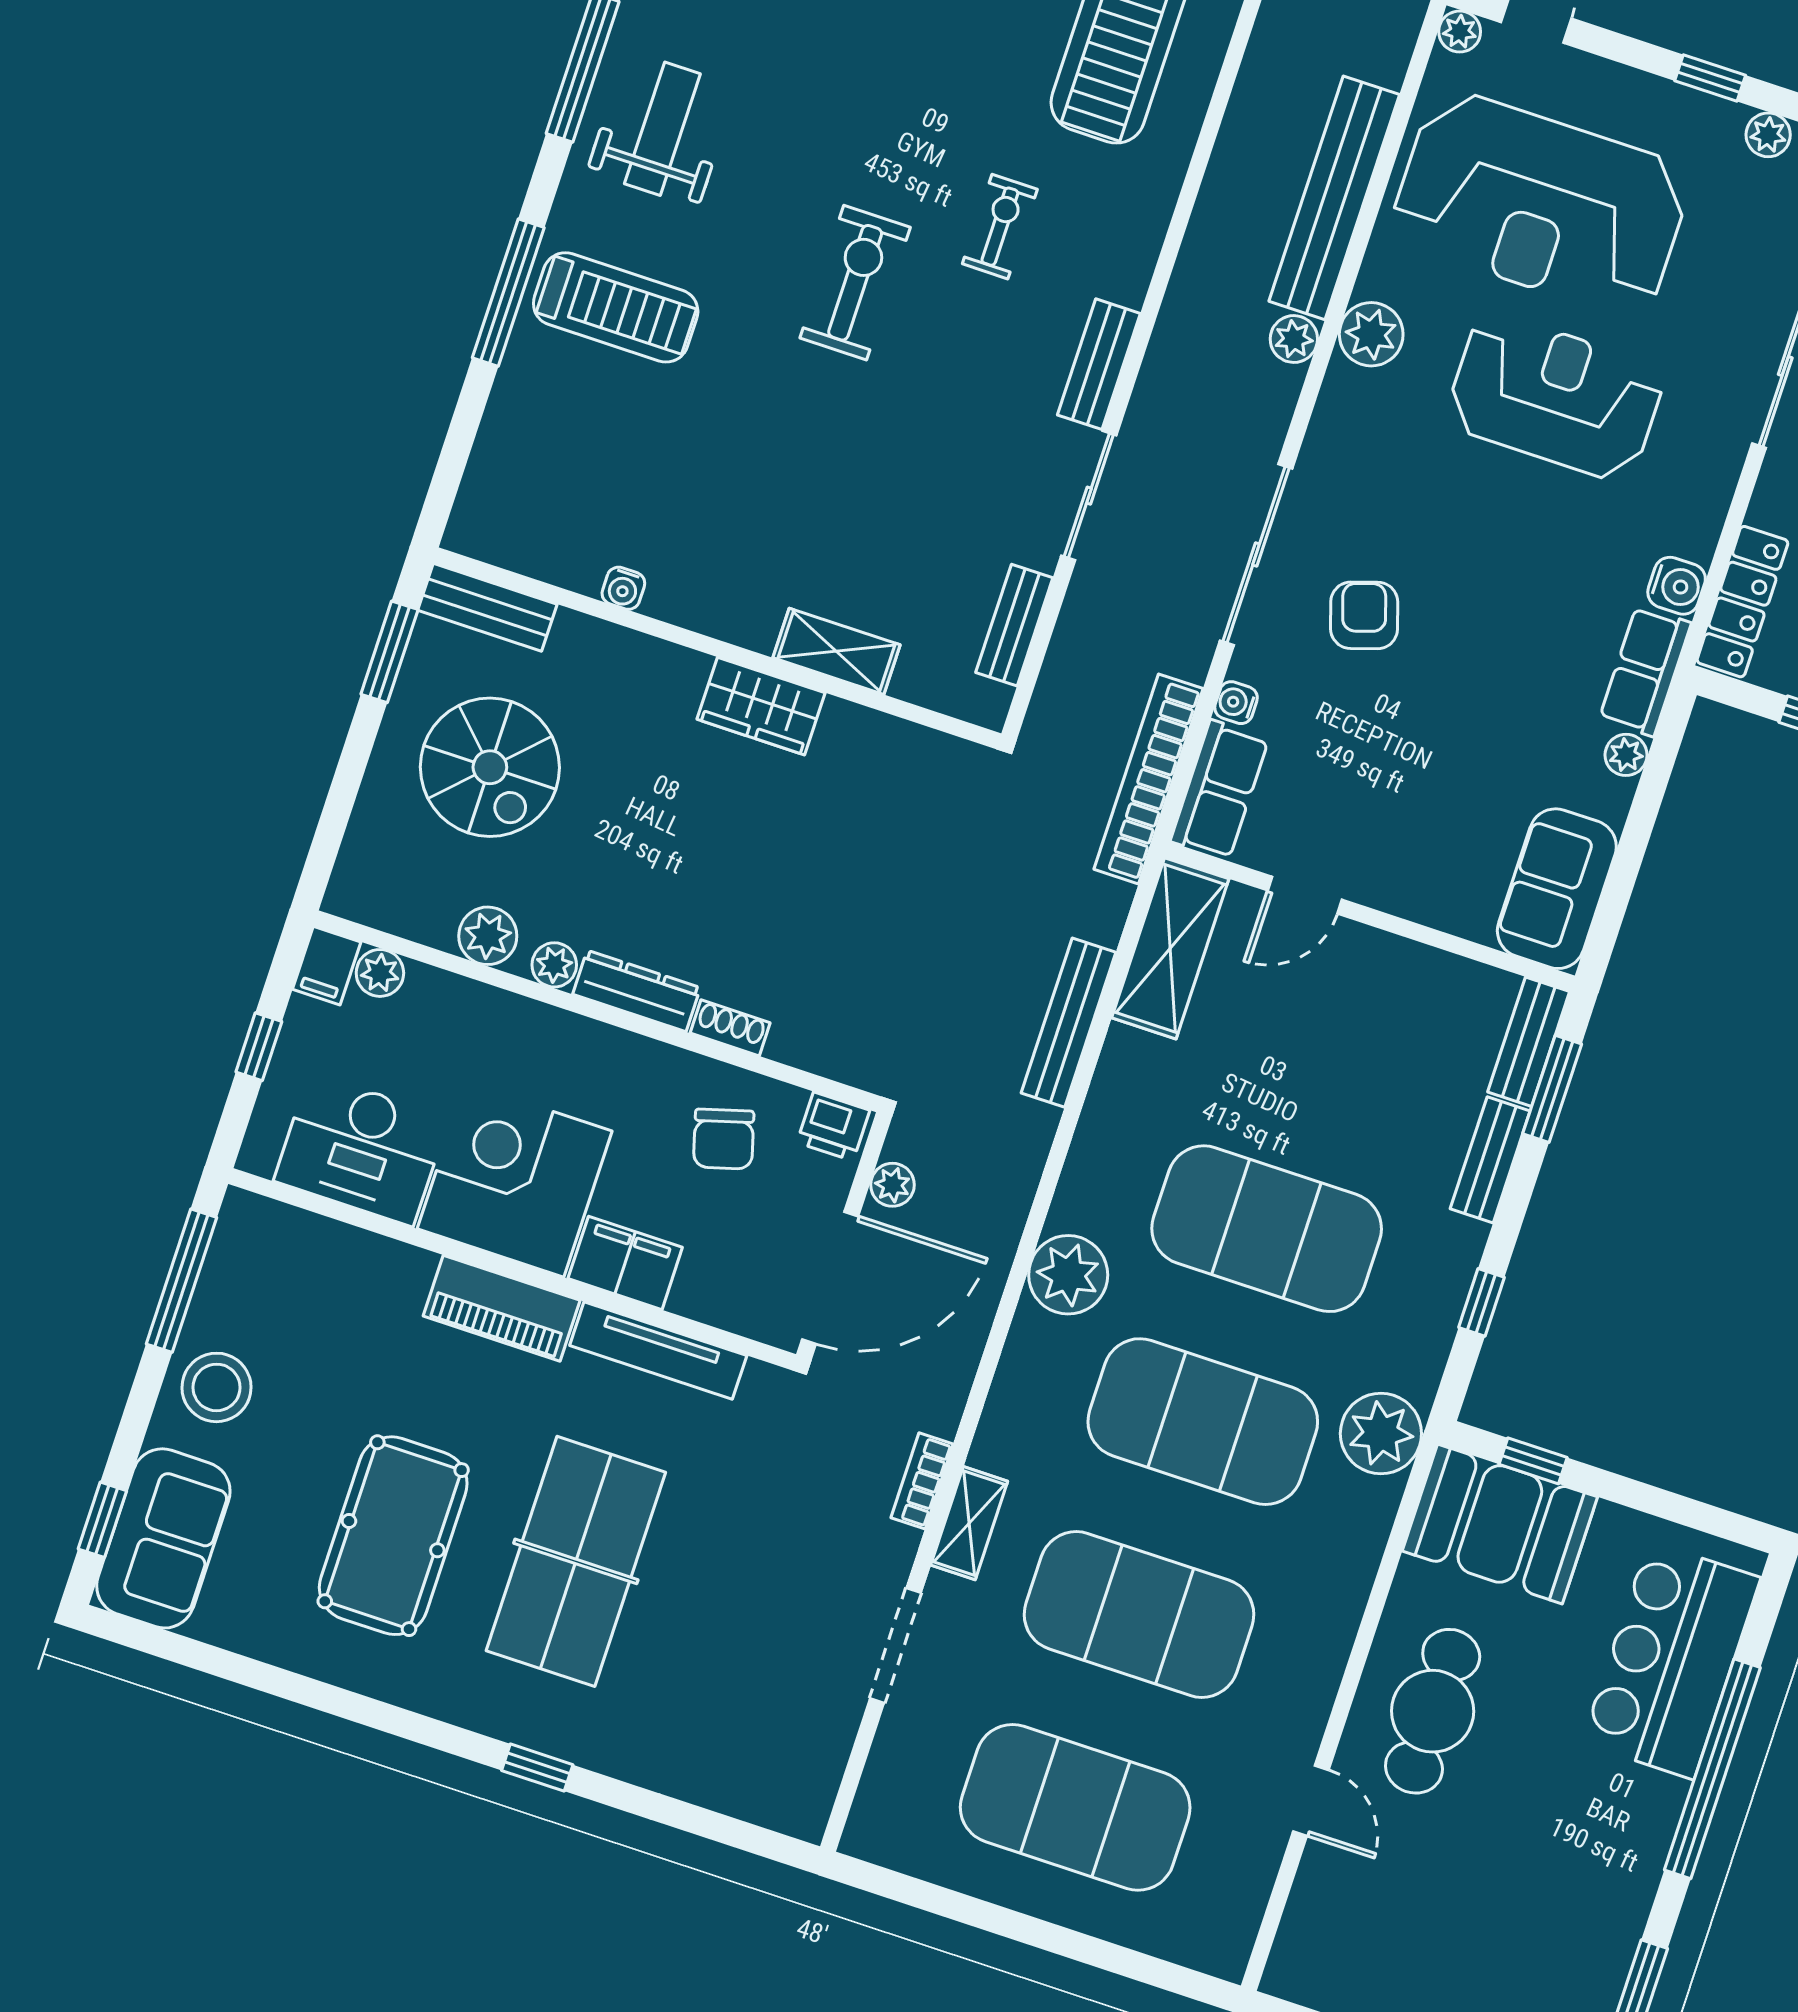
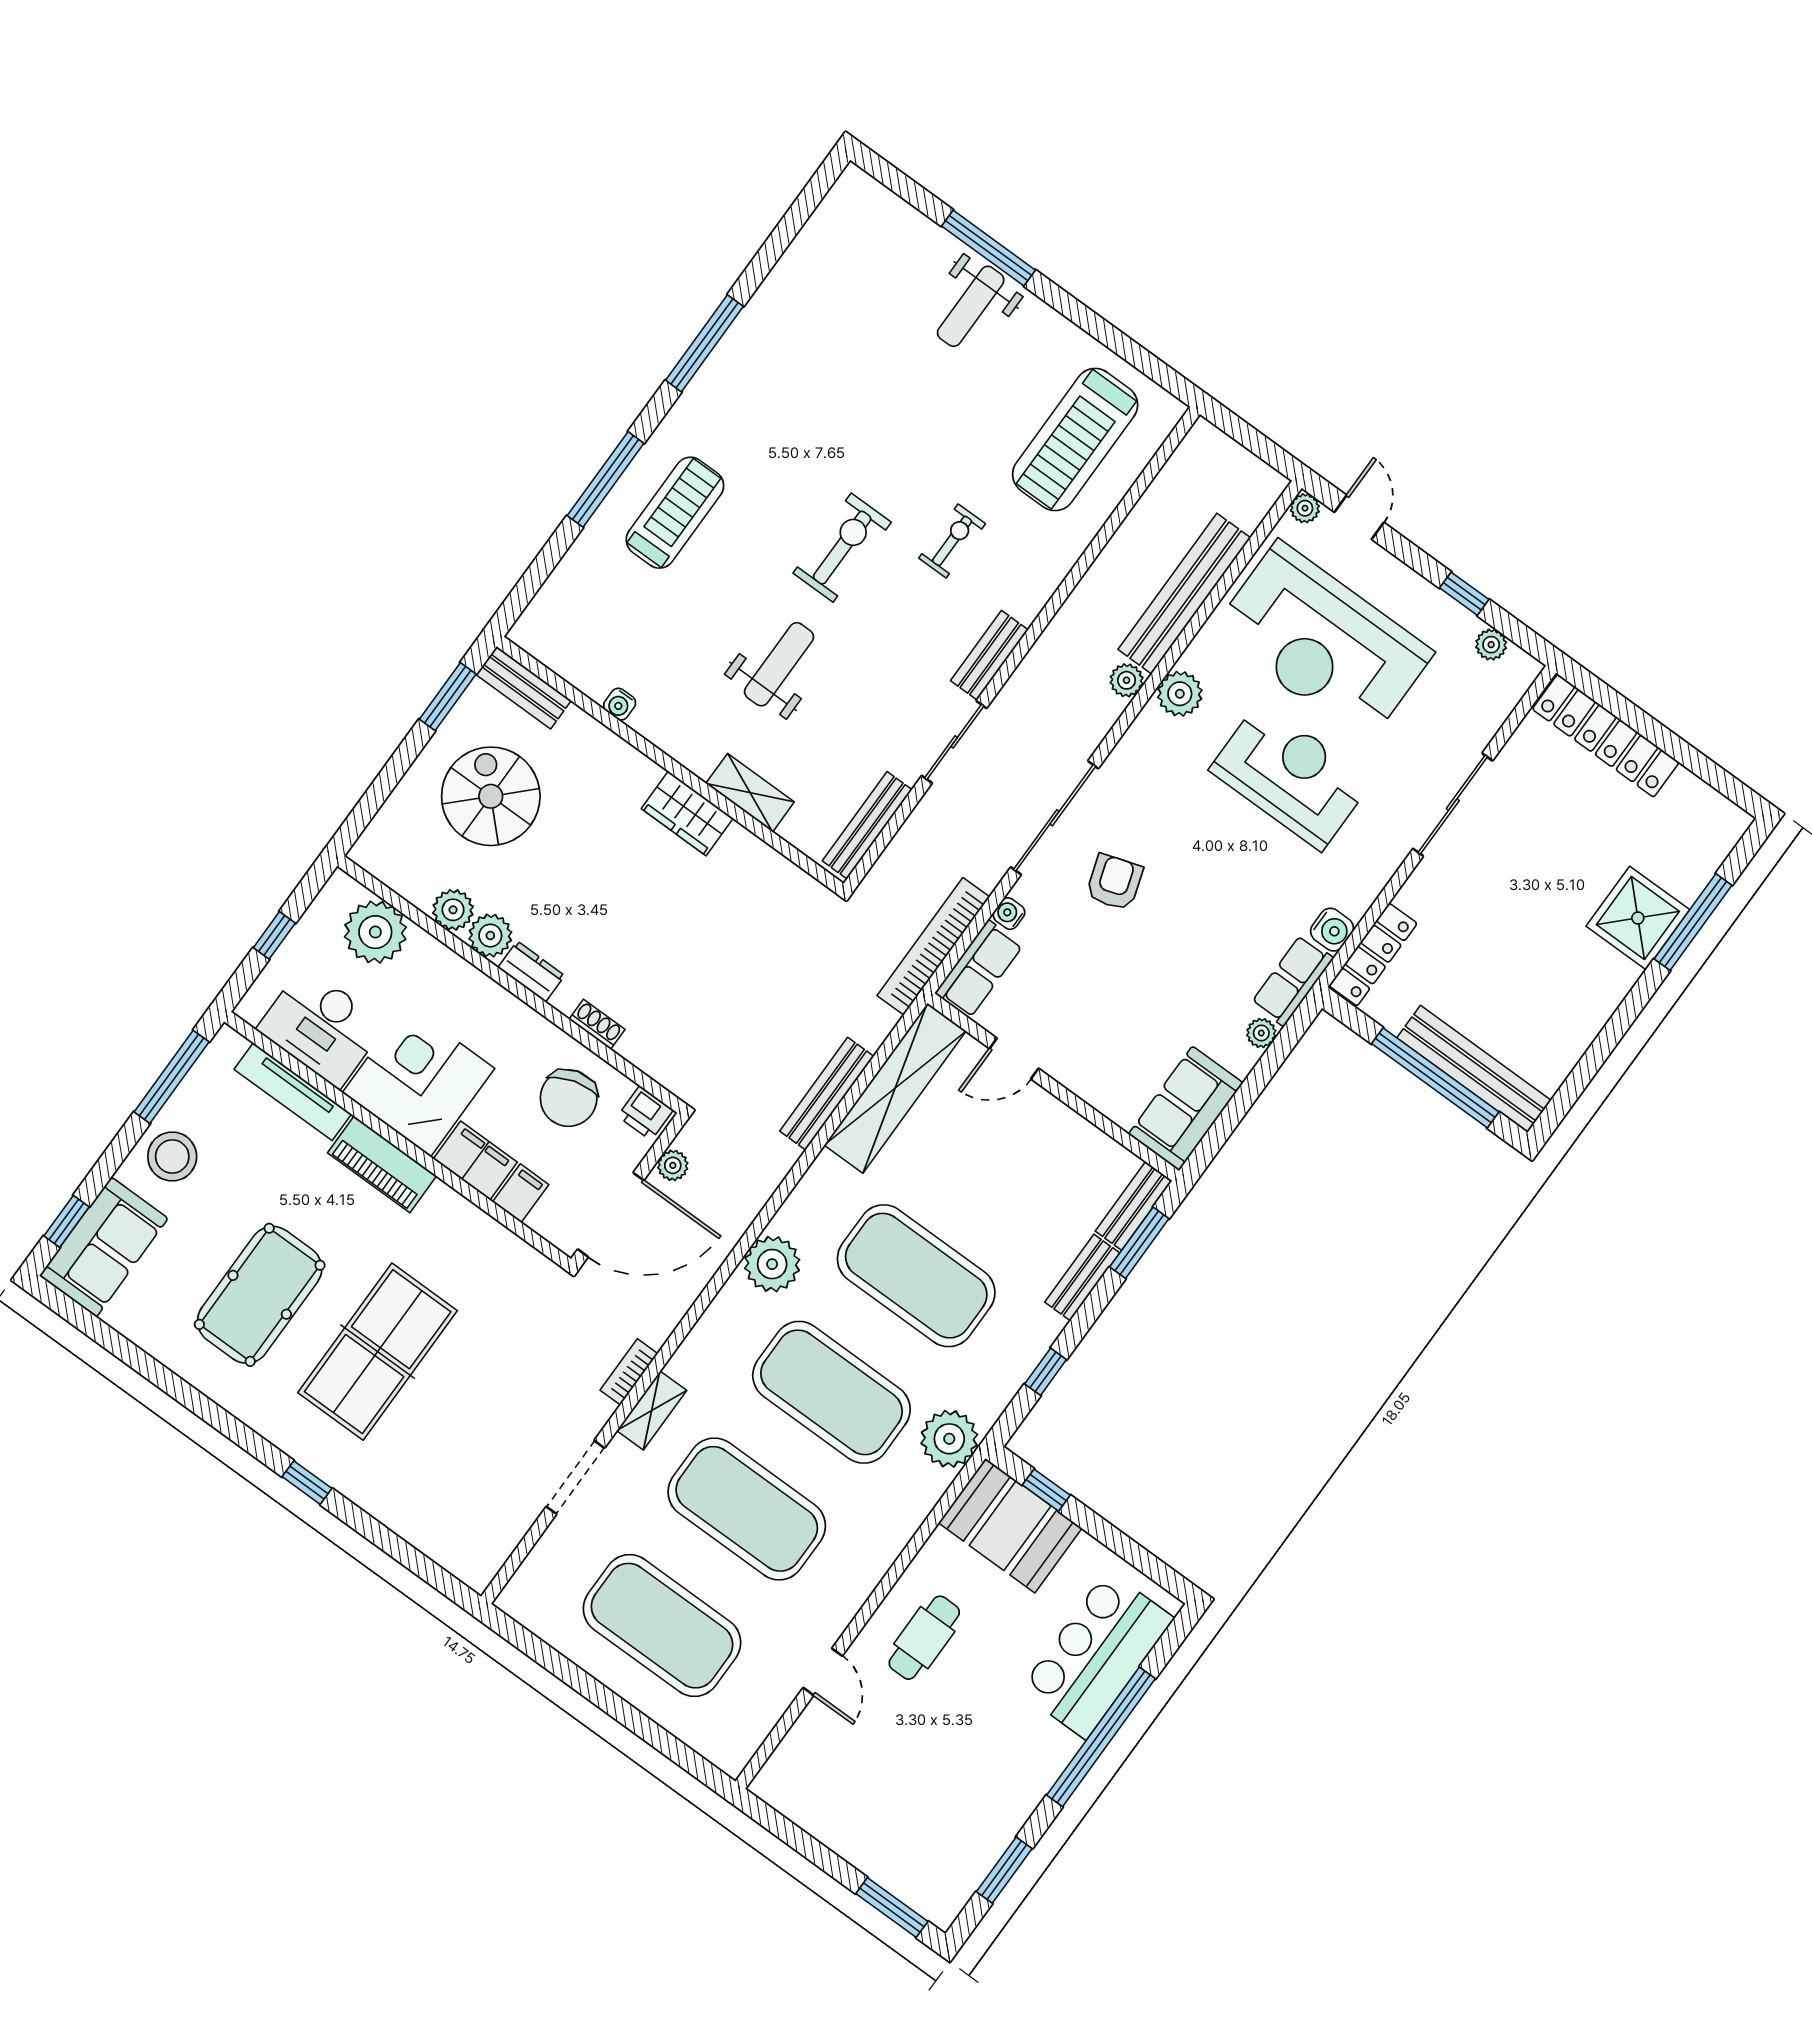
weight bench: (662, 129) -> (779, 664), moved
treadmill: (616, 307) -> (675, 513), turned -90
bench: (1014, 625) -> (867, 825), width x1.36
spiral stairs: (490, 767) -> (491, 796), turned 180
shelving: (1170, 948) -> (895, 1088), width x1.47
plant: (554, 965) -> (490, 936), width x1.38, depth x1.38
filing cabinet: (327, 966) -> (521, 1193), moved, turned 180
plant: (380, 973) -> (375, 932), width x1.87, depth x1.87
dresser: (637, 991) -> (531, 972), width x0.70
chair: (724, 1139) -> (569, 1098), width x1.37, depth x1.37
tv unit: (658, 1351) -> (293, 1092), moved
cafe table: (1433, 1711) -> (924, 1638), width x0.73, depth x0.74

